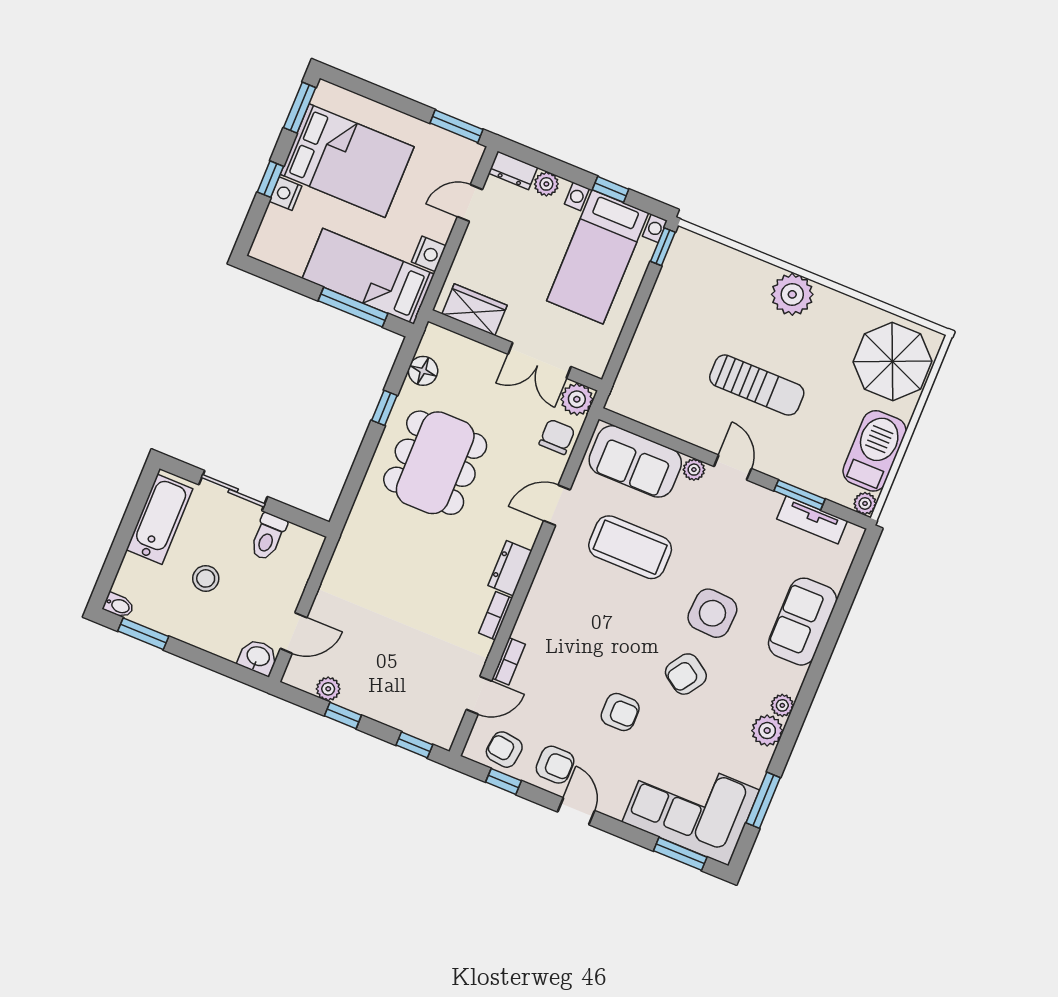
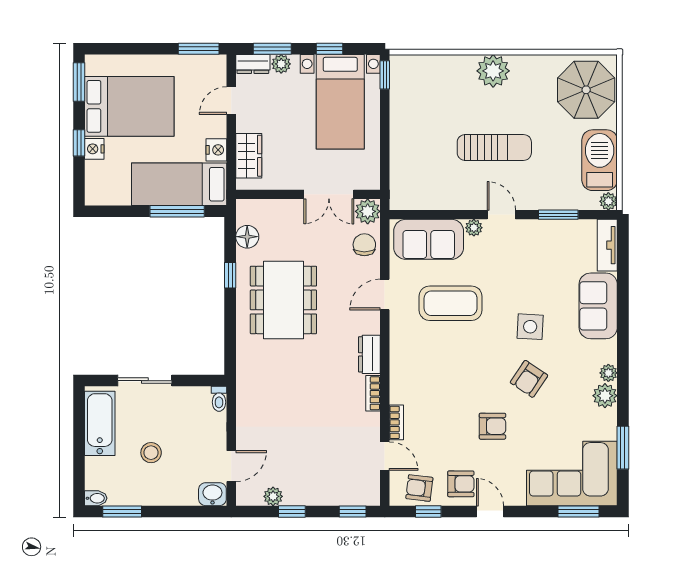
window: (543, 162) -> (272, 49), added
wardrobe: (475, 310) -> (249, 156), moved, turned 90
tv unit: (812, 520) -> (607, 245), moved, turned 90
toilet: (268, 537) -> (219, 399), moved, width x0.73, depth x0.72
side table: (712, 613) -> (530, 327), width x0.73, depth x0.73
door: (479, 695) -> (385, 456), hinge flipped

